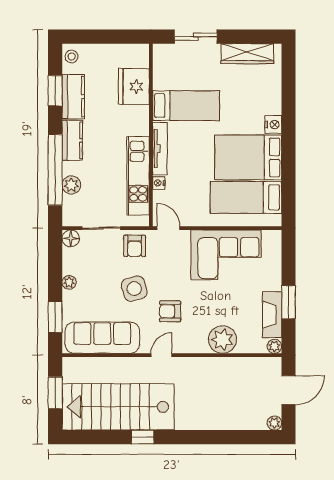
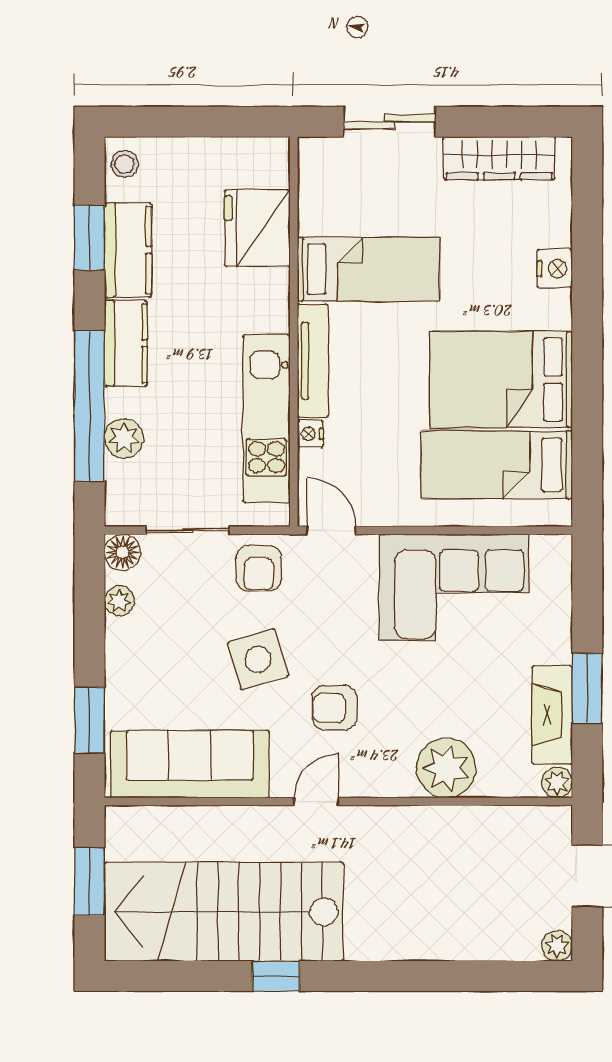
nightstand: (273, 125) -> (555, 269), moved
plant: (69, 282) -> (119, 601), moved

